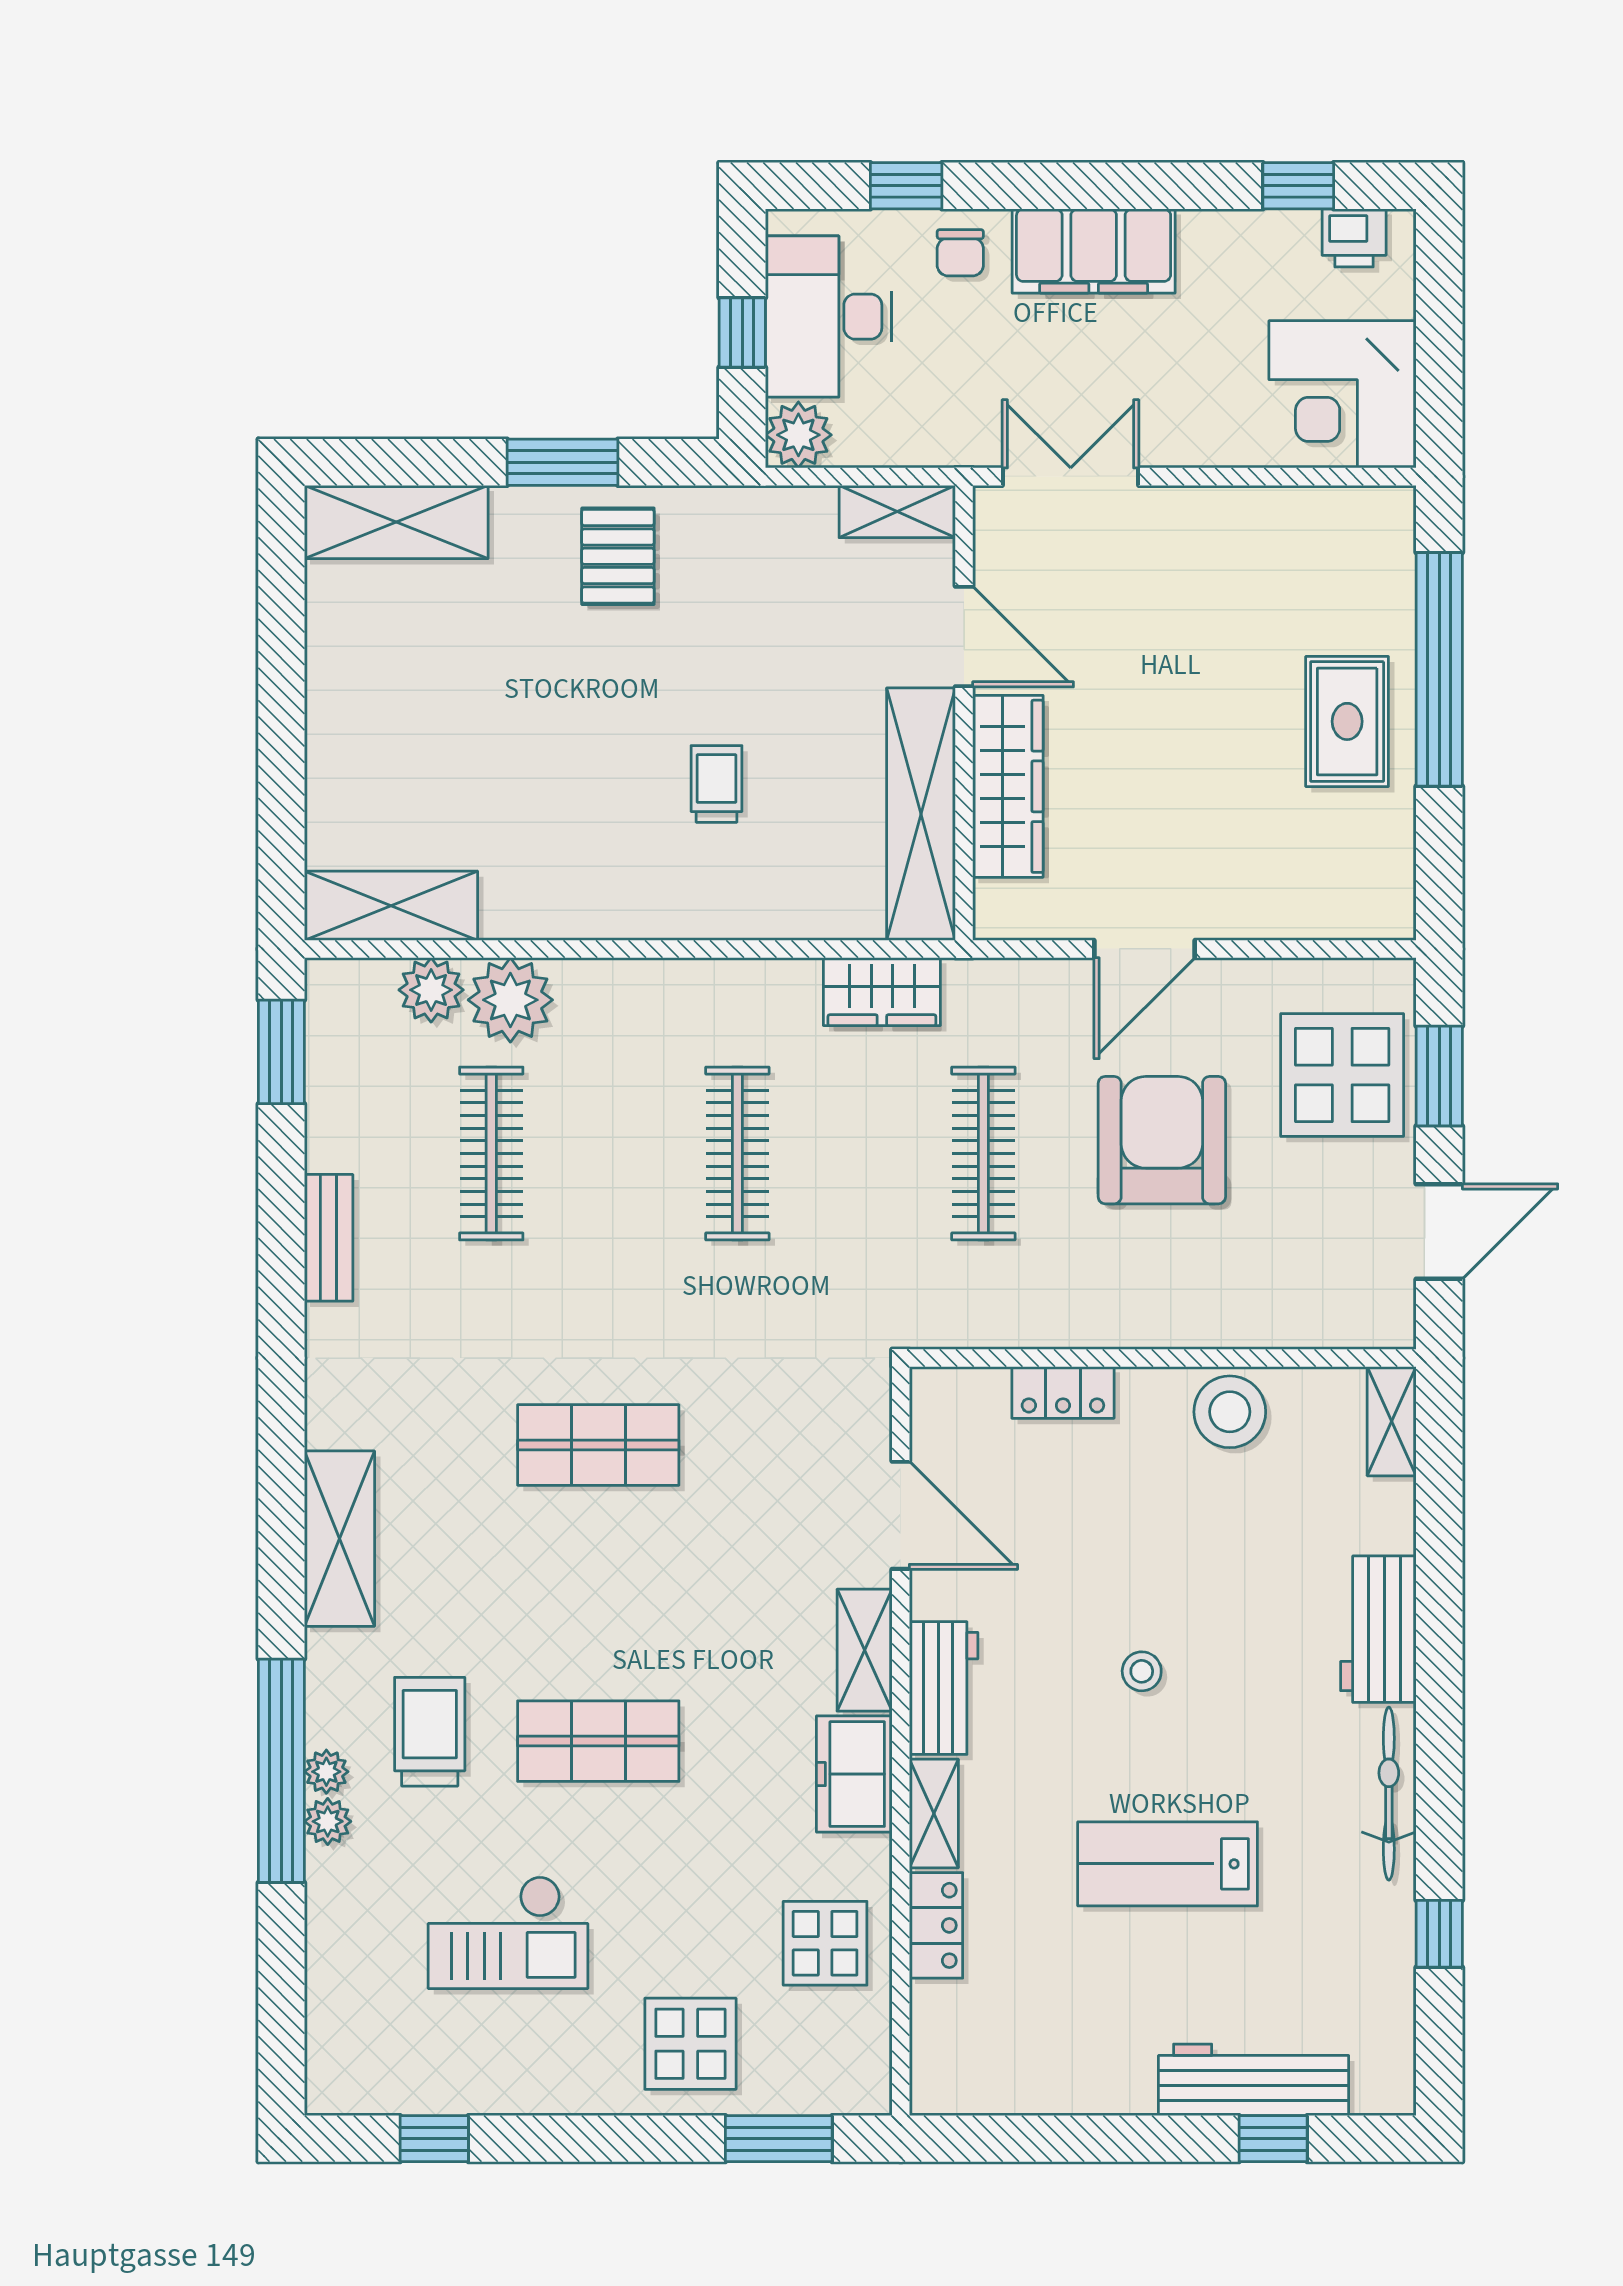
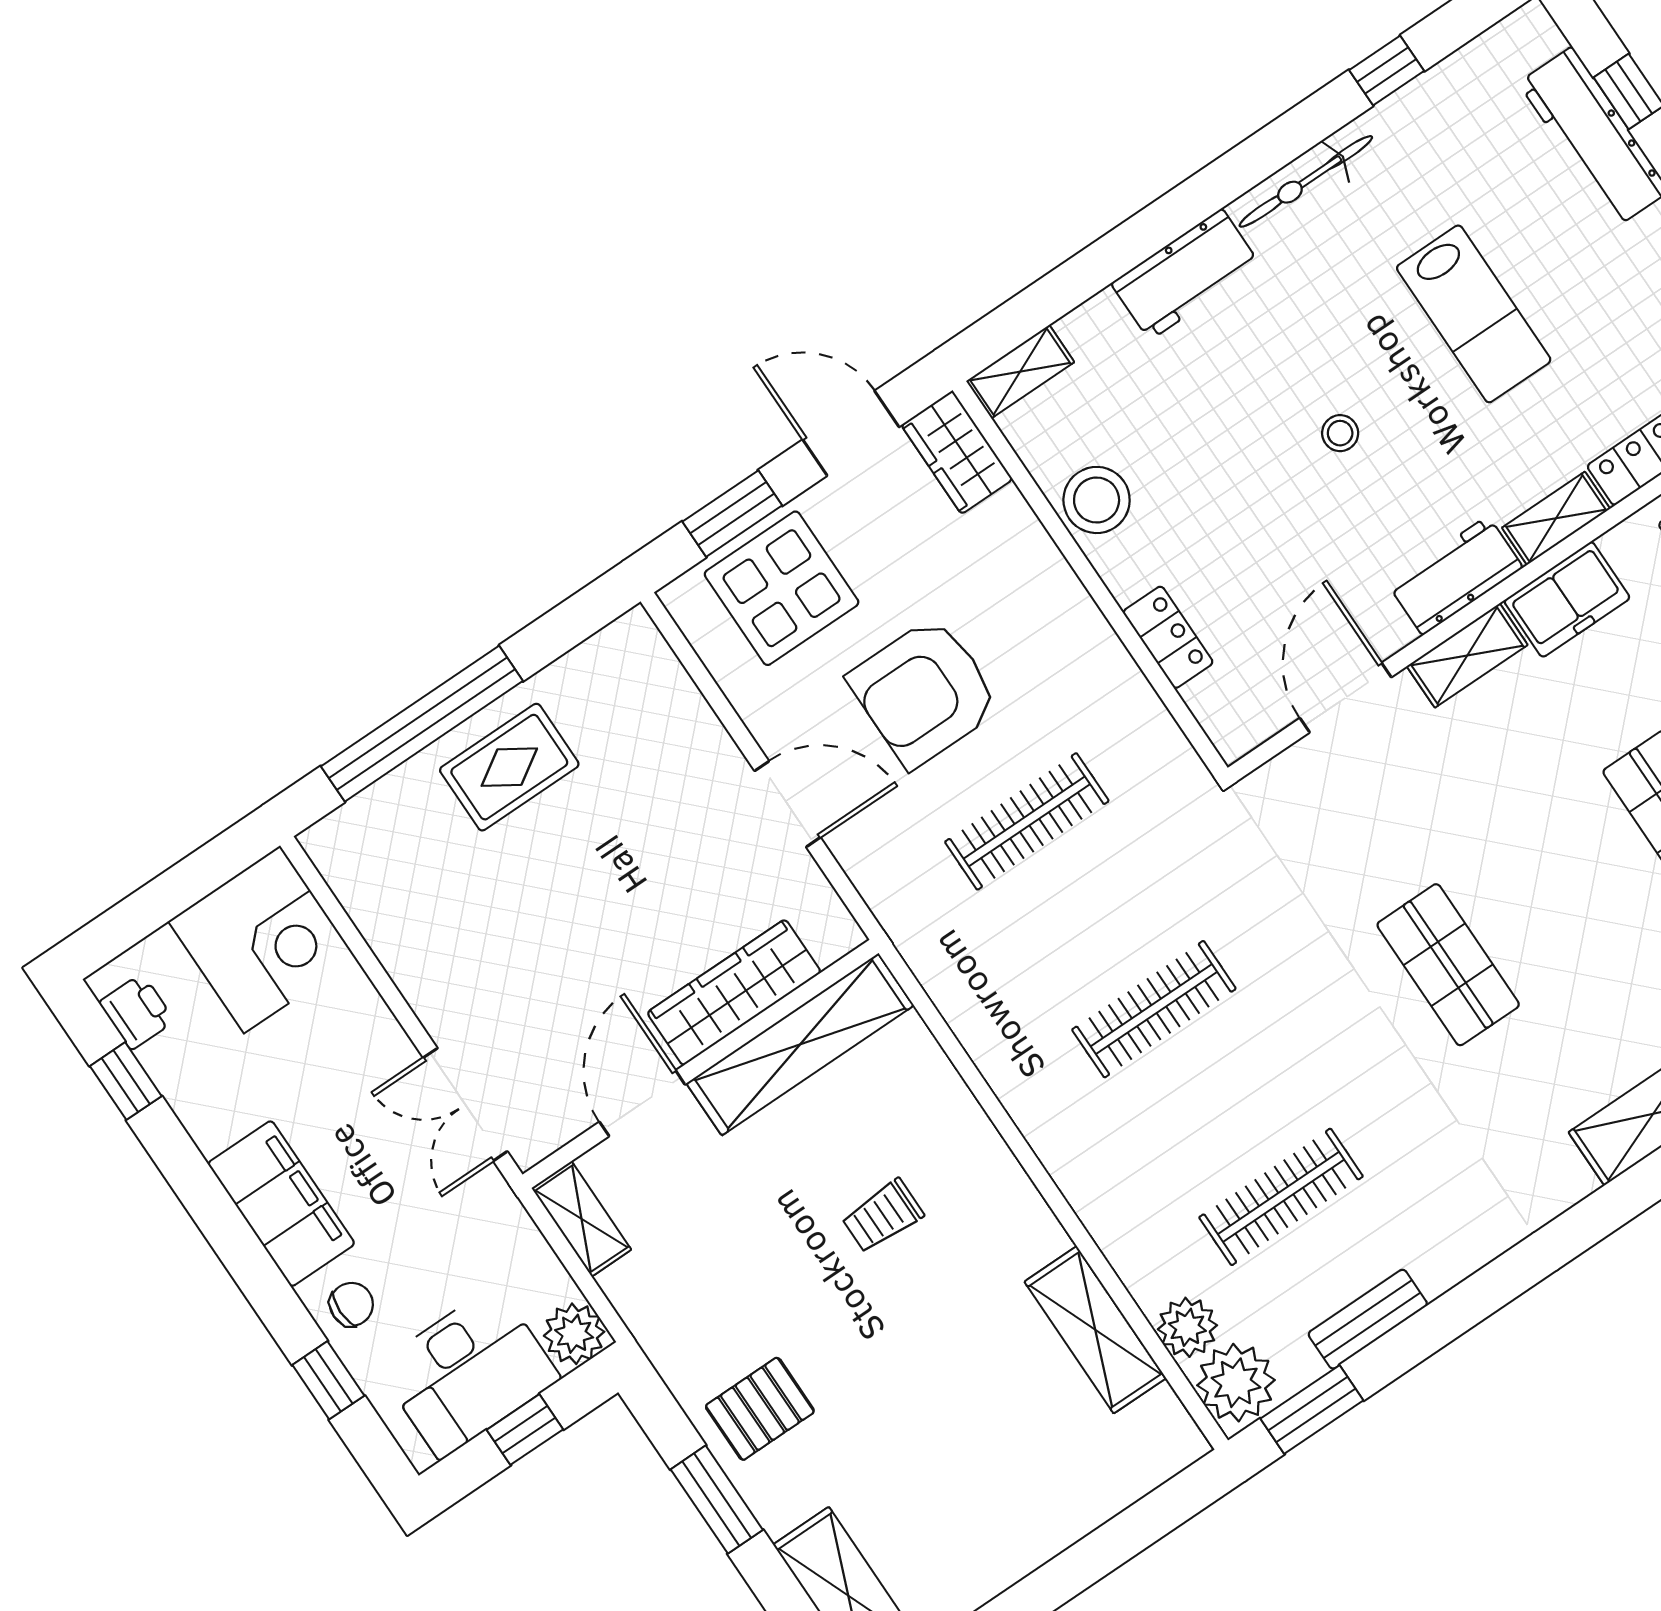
shelving: (391, 906) -> (1095, 1330), moved
wardrobe: (882, 992) -> (957, 452), moved, turned 180
plant: (510, 1000) -> (1236, 1383), moved
bench: (329, 1238) -> (1368, 1319), moved

